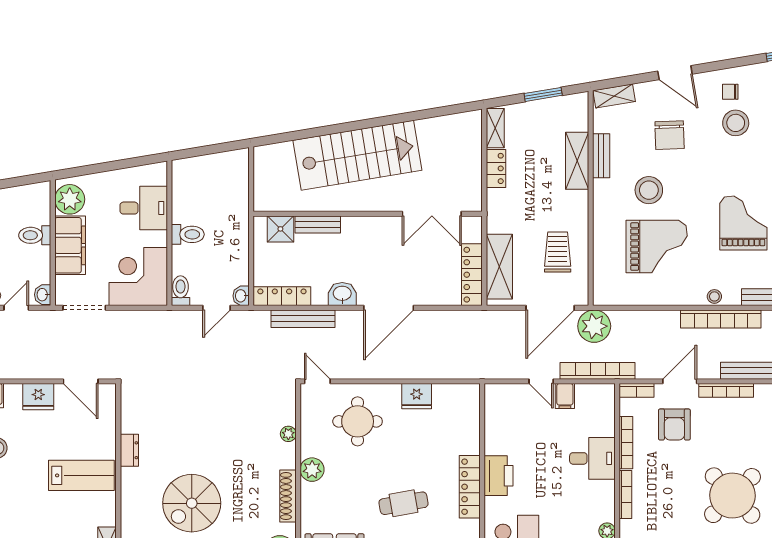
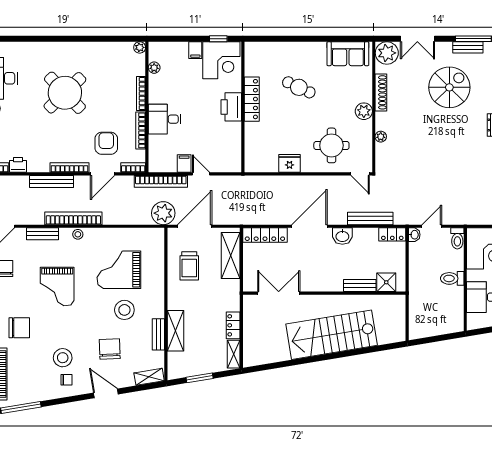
locker: (472, 275) -> (265, 235), moved, turned 90
locker: (282, 296) -> (392, 234), width x0.66
cafe table: (403, 503) -> (299, 87), turned 35

